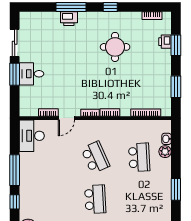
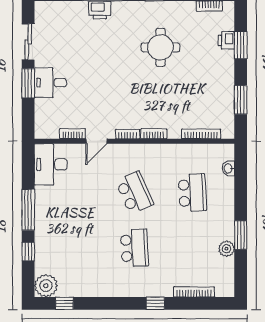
plant: (165, 152) -> (226, 249), moved

